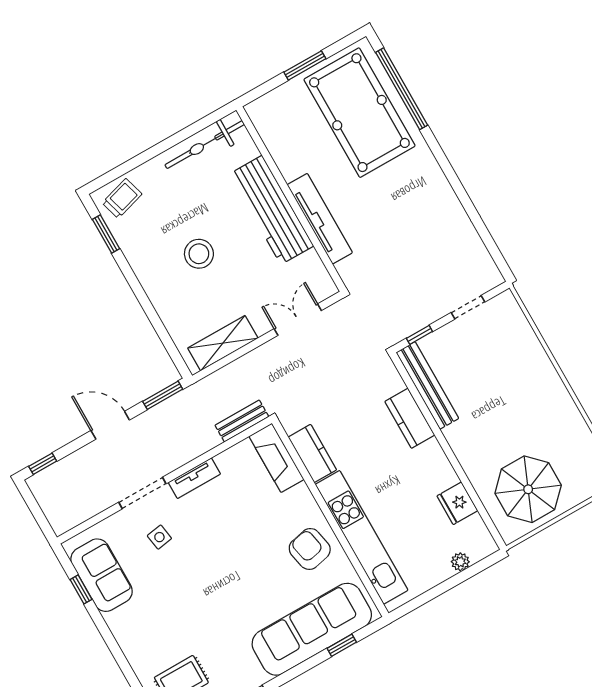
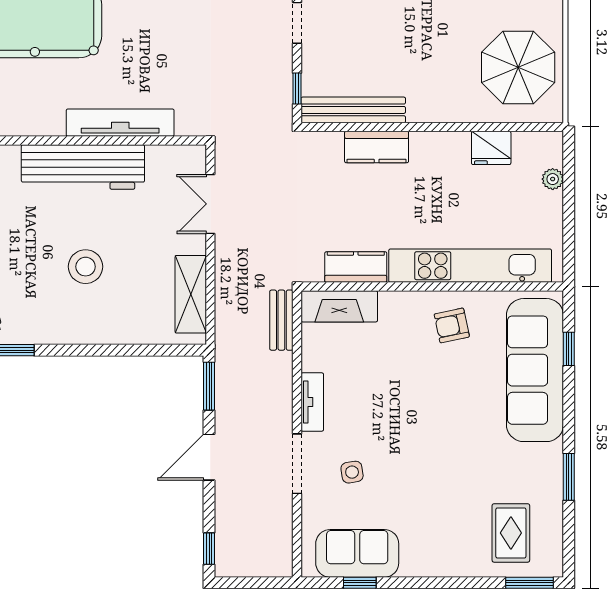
armchair: (310, 549) -> (452, 325), width x0.72, depth x0.72

